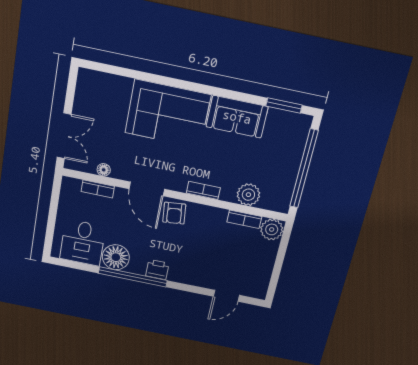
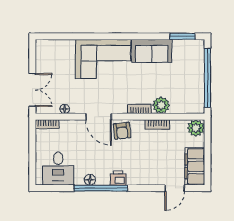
bookcase: (98, 189) -> (47, 124), moved
plant: (248, 195) -> (161, 105), moved
bookcase: (244, 219) -> (157, 124), moved
floor lamp: (116, 257) -> (90, 180), width x0.53, depth x0.53
filing cabinet: (258, 276) -> (195, 166), added

